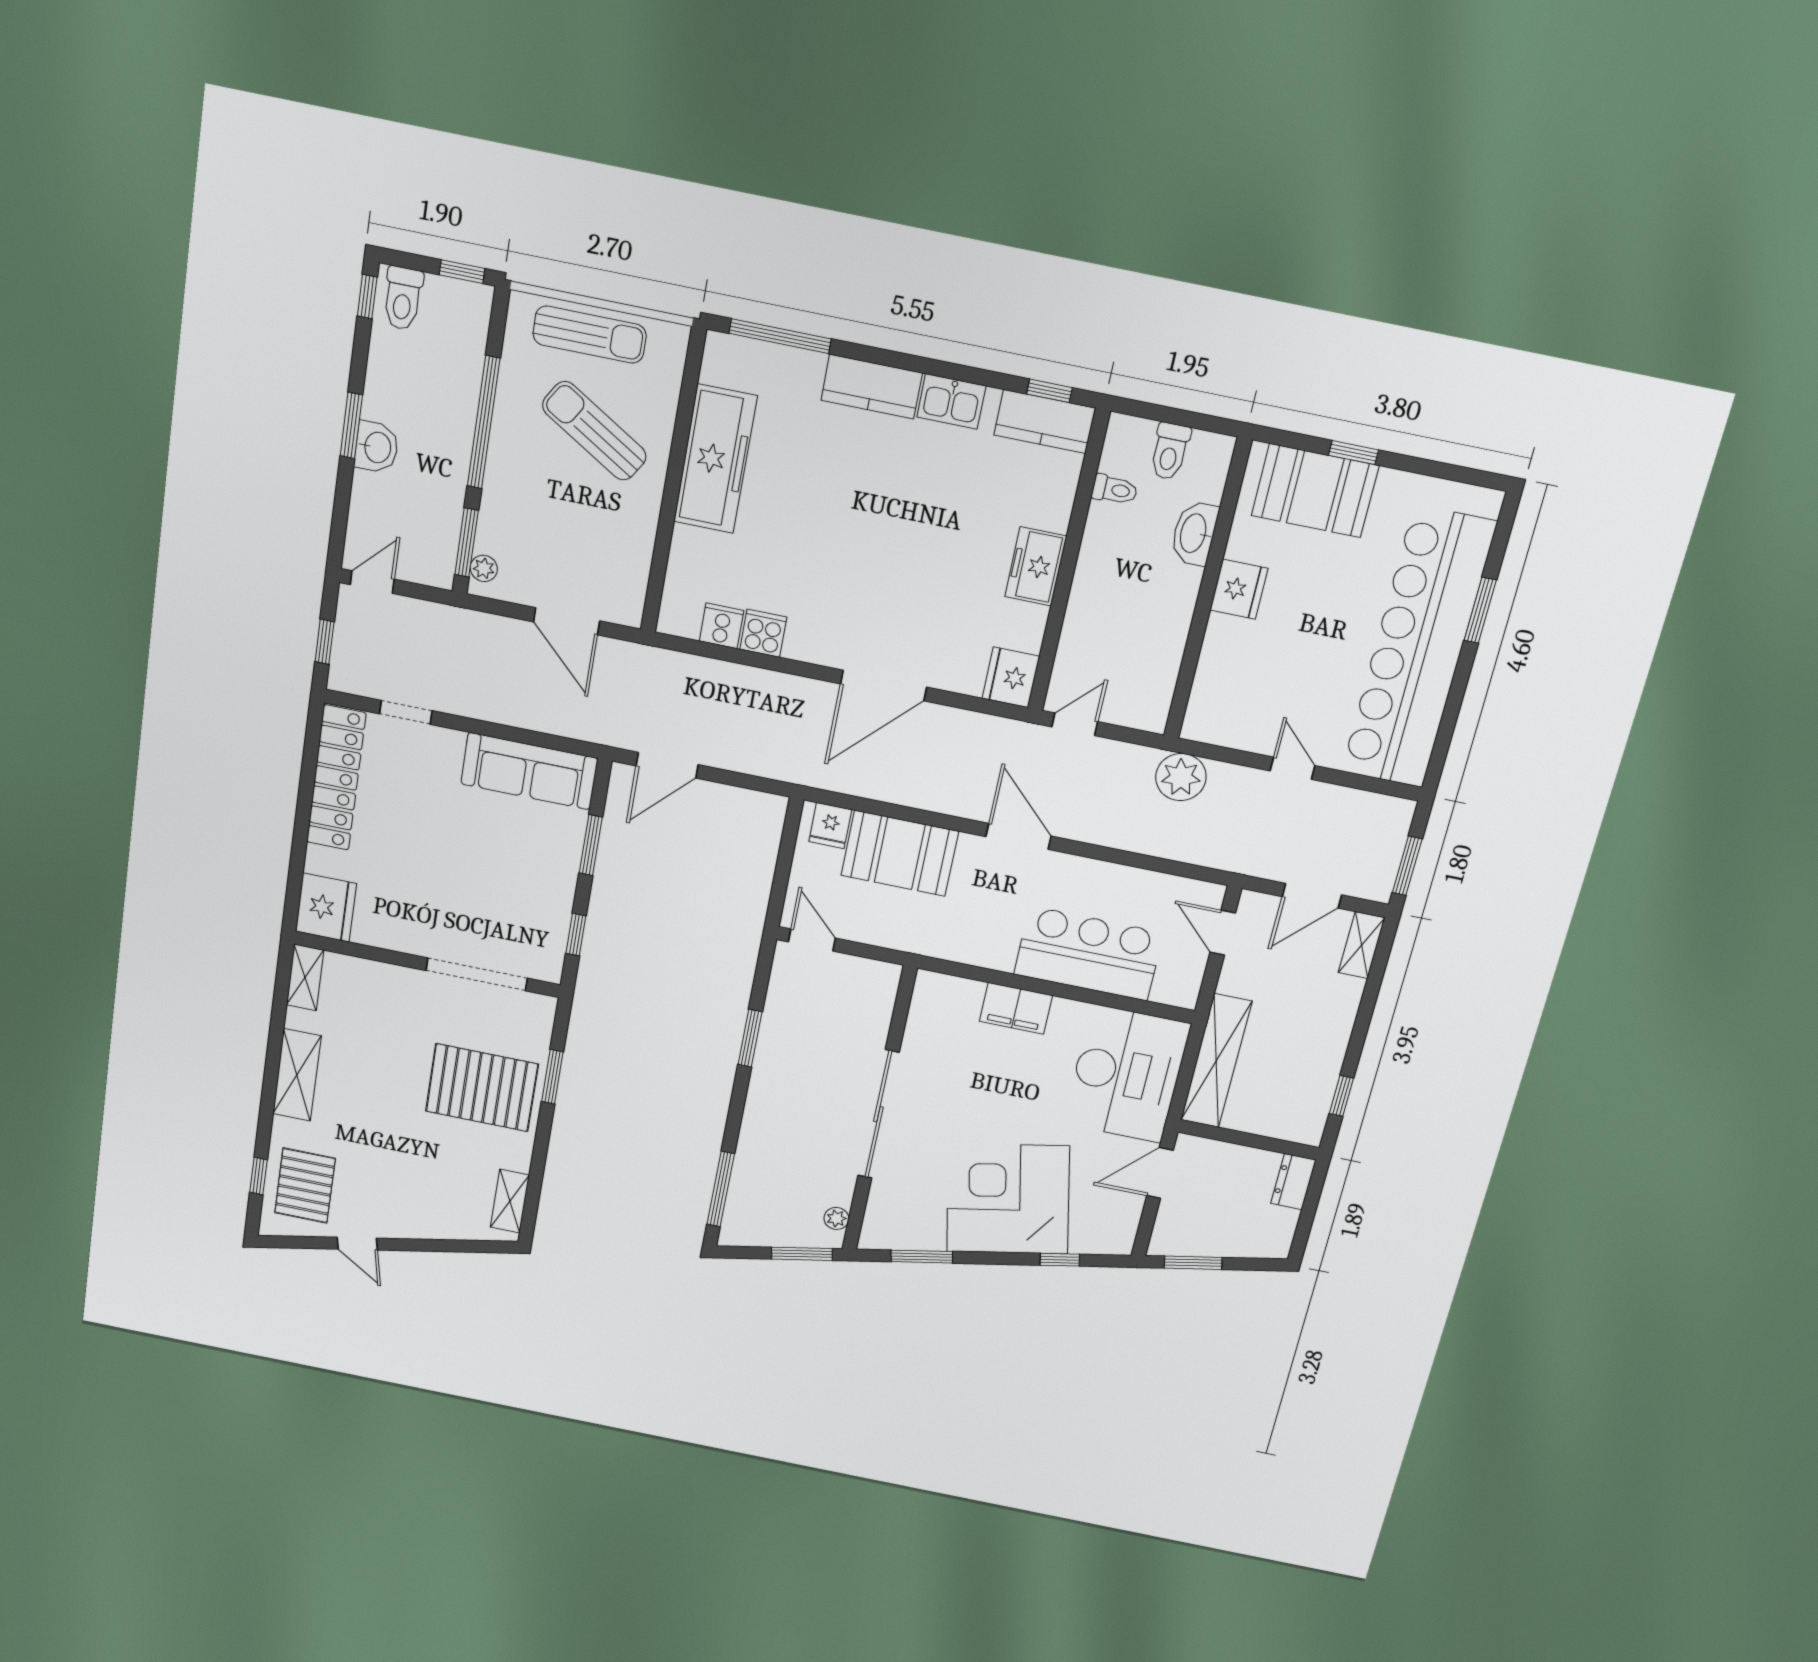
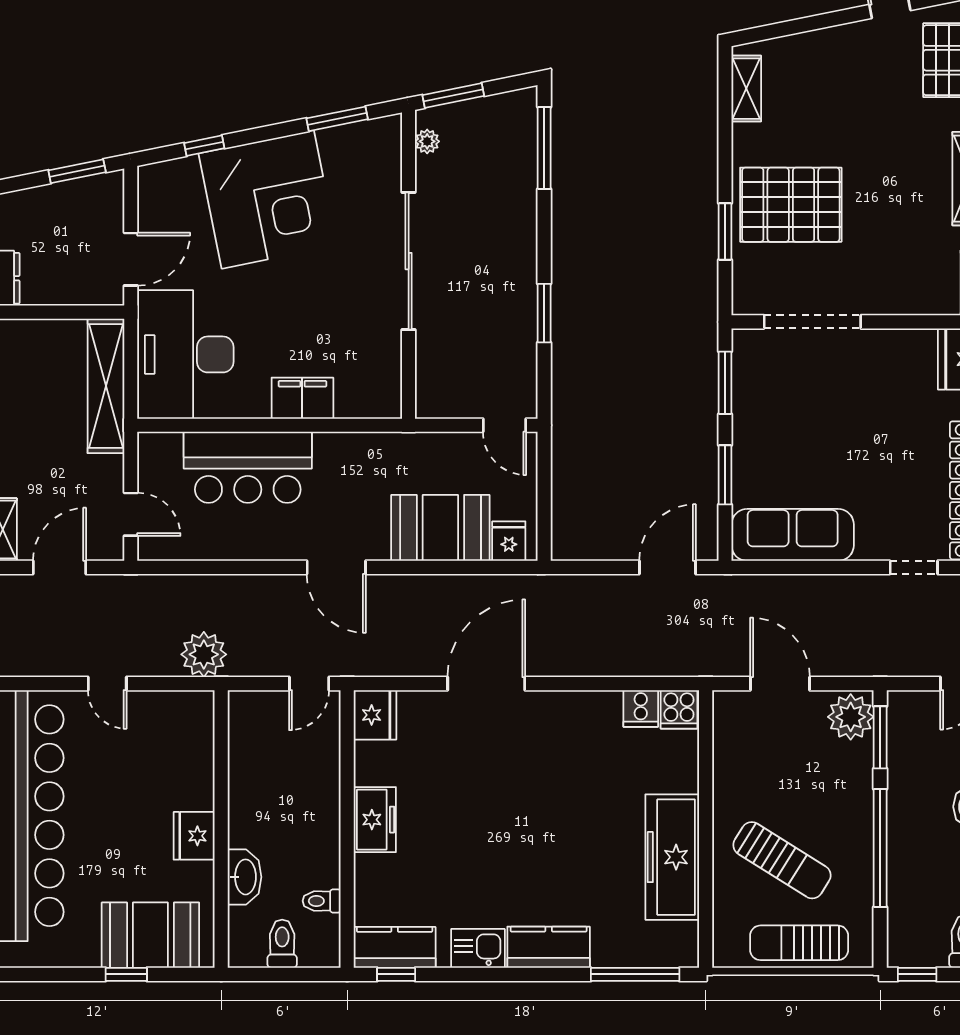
plant: (484, 568) -> (851, 717), width x1.87, depth x1.87
cooker: (763, 633) -> (679, 709), moved
window: (576, 935) -> (725, 383), width x1.50

